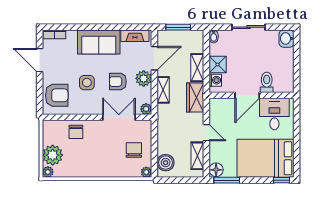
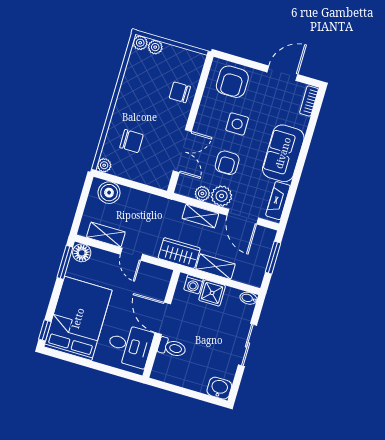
armchair: (118, 82) -> (227, 163), turned 180
plant: (146, 109) -> (202, 194), moved
door: (206, 133) -> (131, 254), hinge flipped
chair: (134, 150) -> (131, 141), moved
plant: (53, 155) -> (155, 47), width x0.53, depth x0.53

